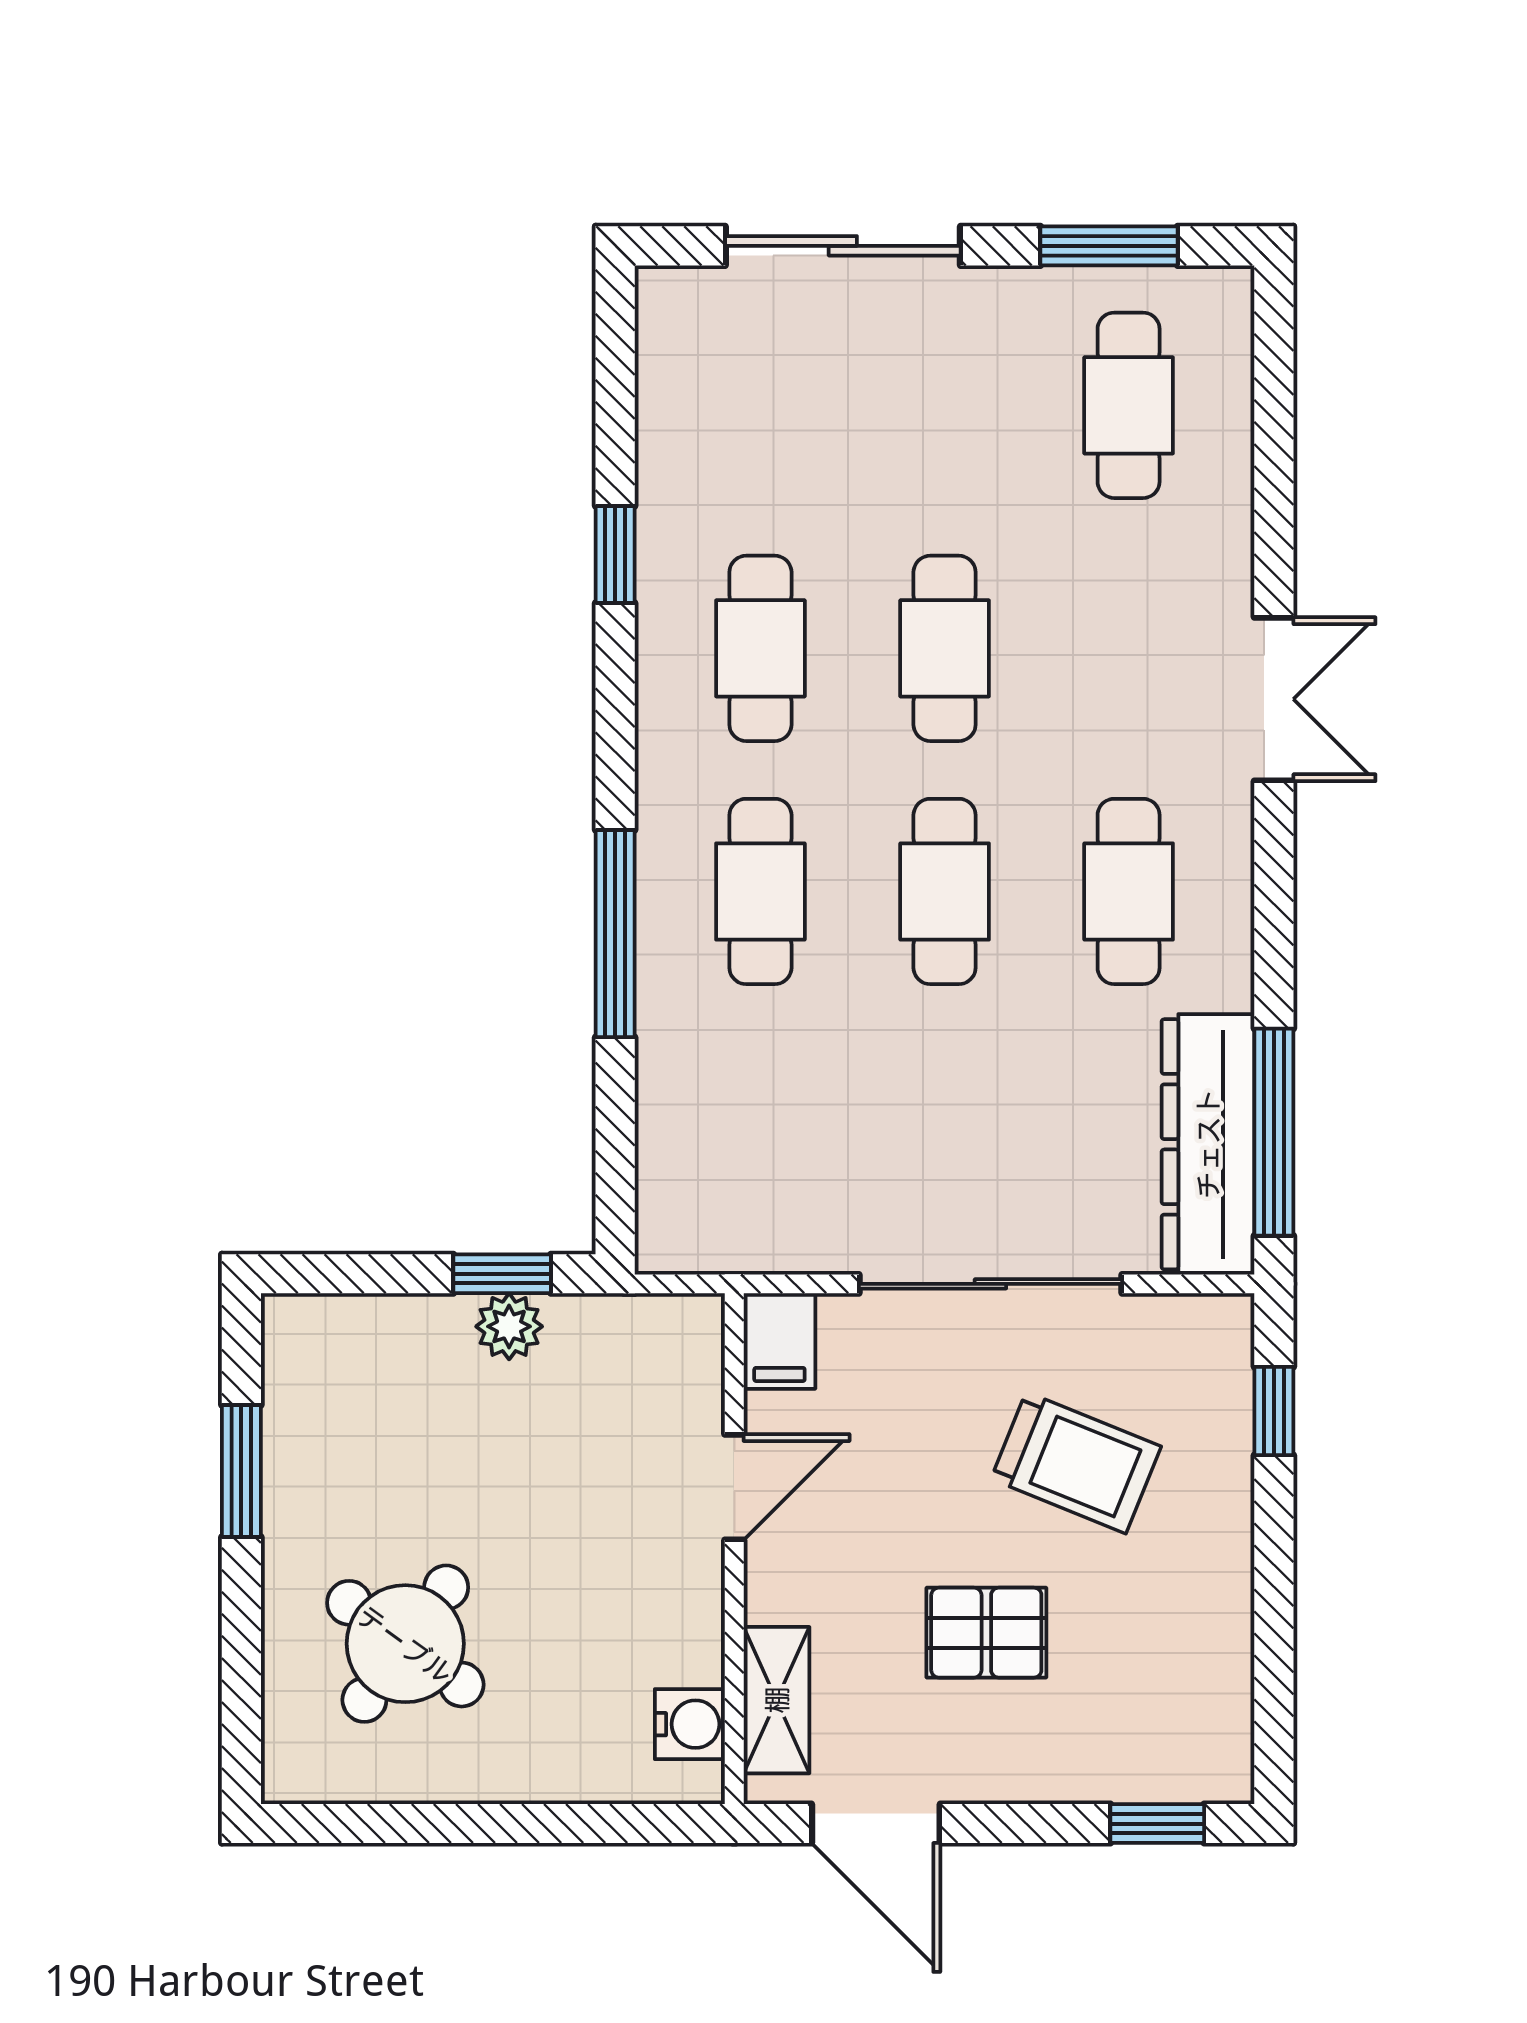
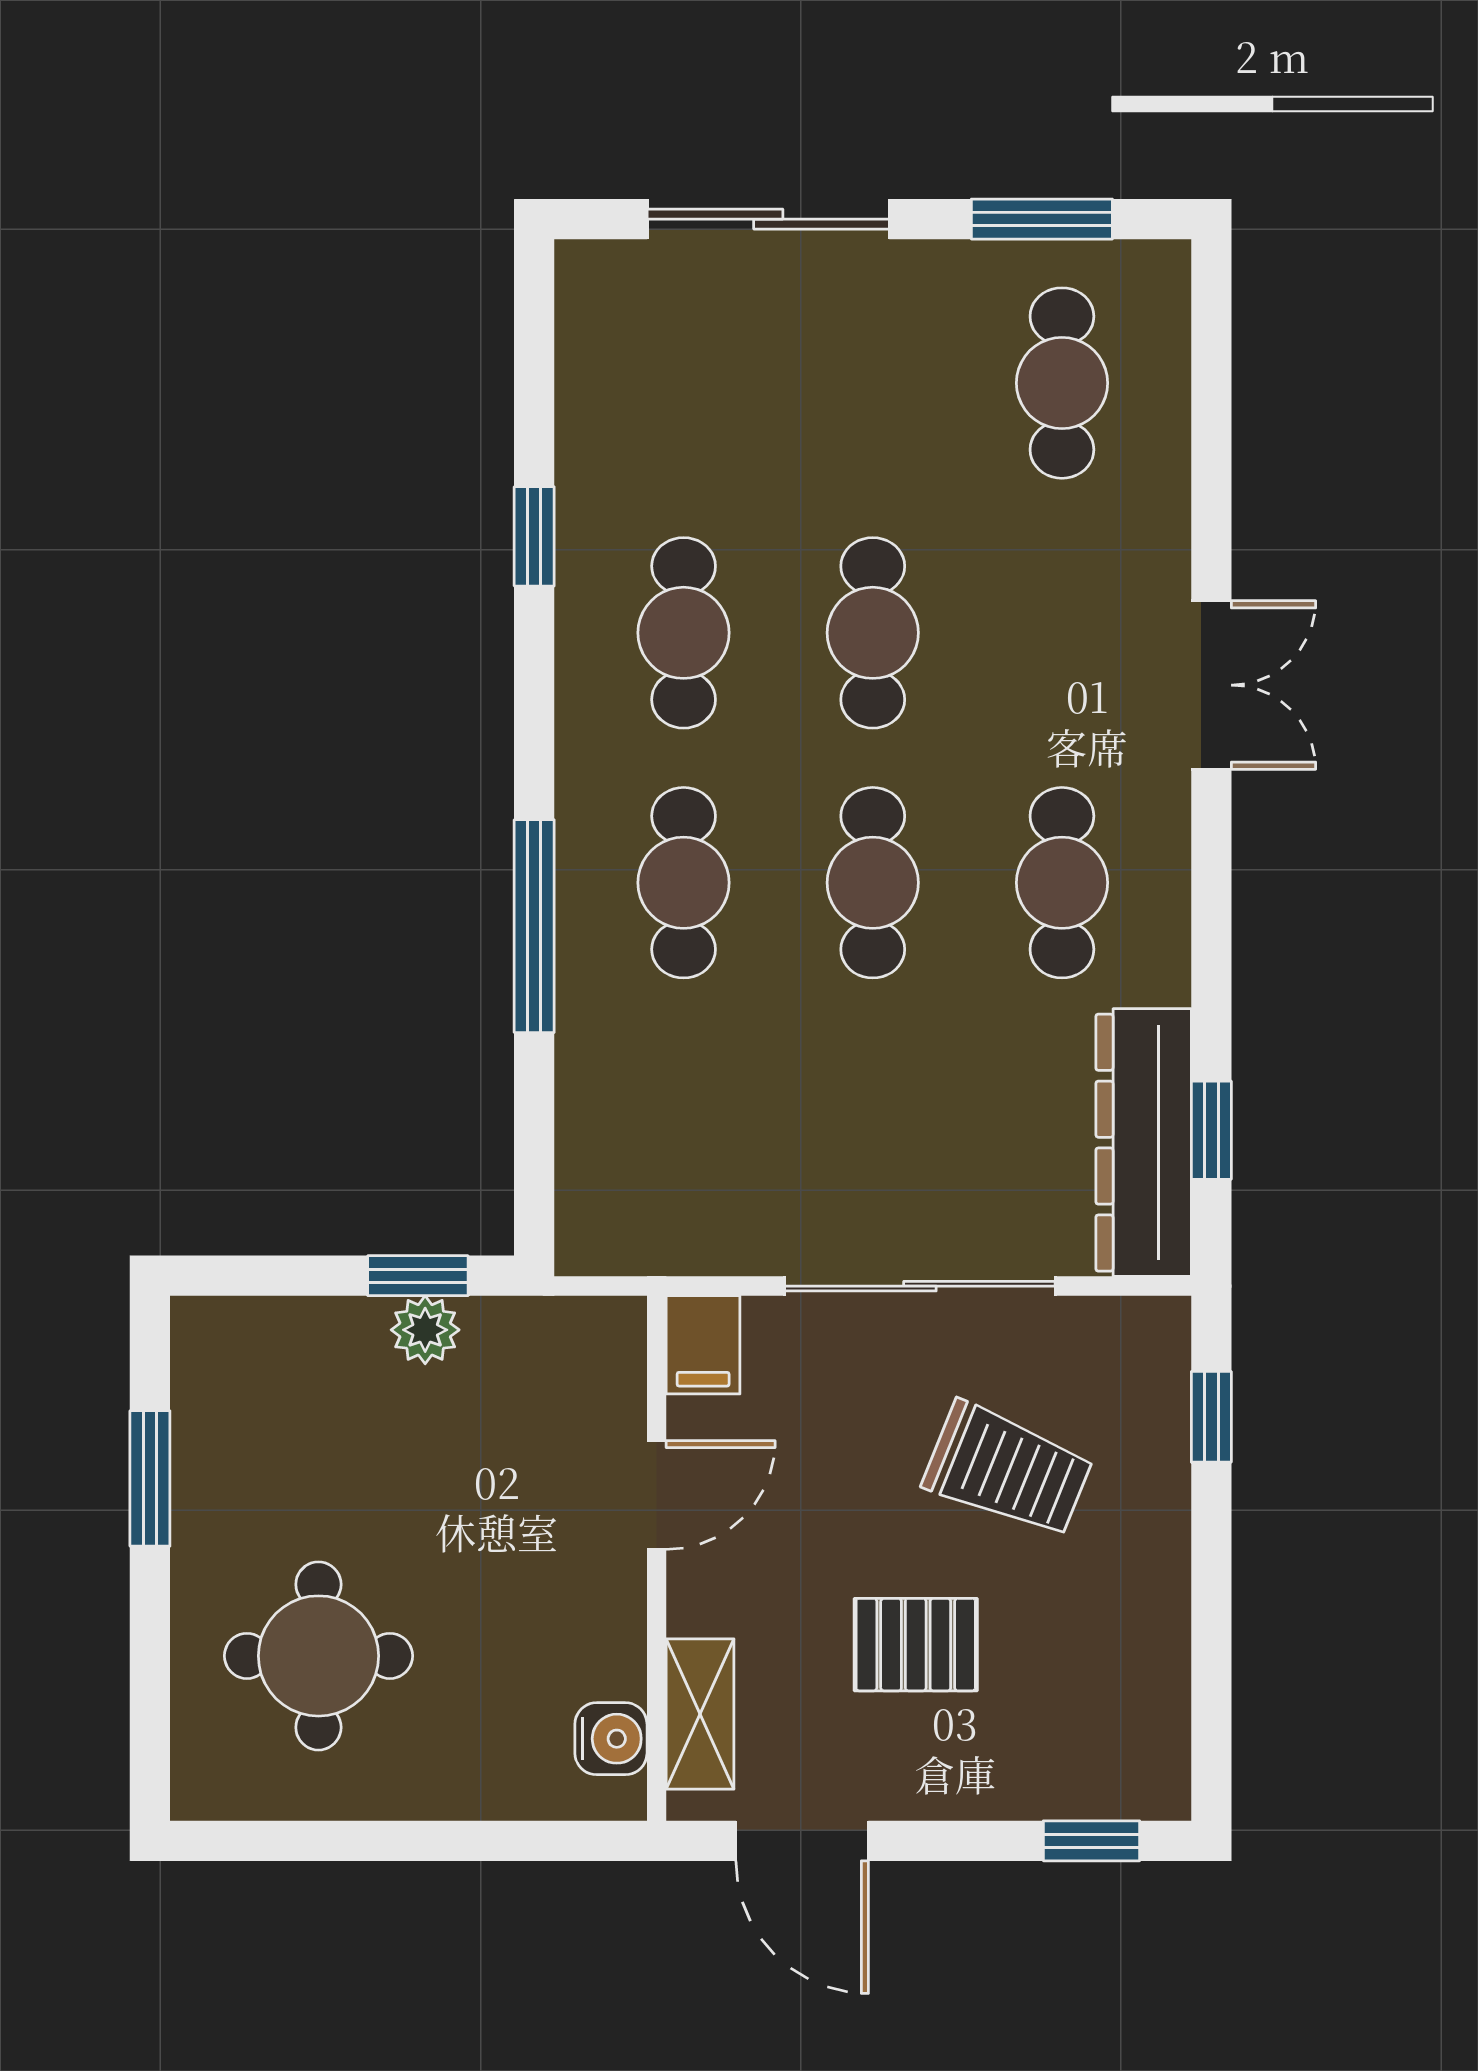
window: (1274, 1132) -> (1211, 1130), width x0.46
round table: (405, 1644) -> (318, 1656), turned -36

